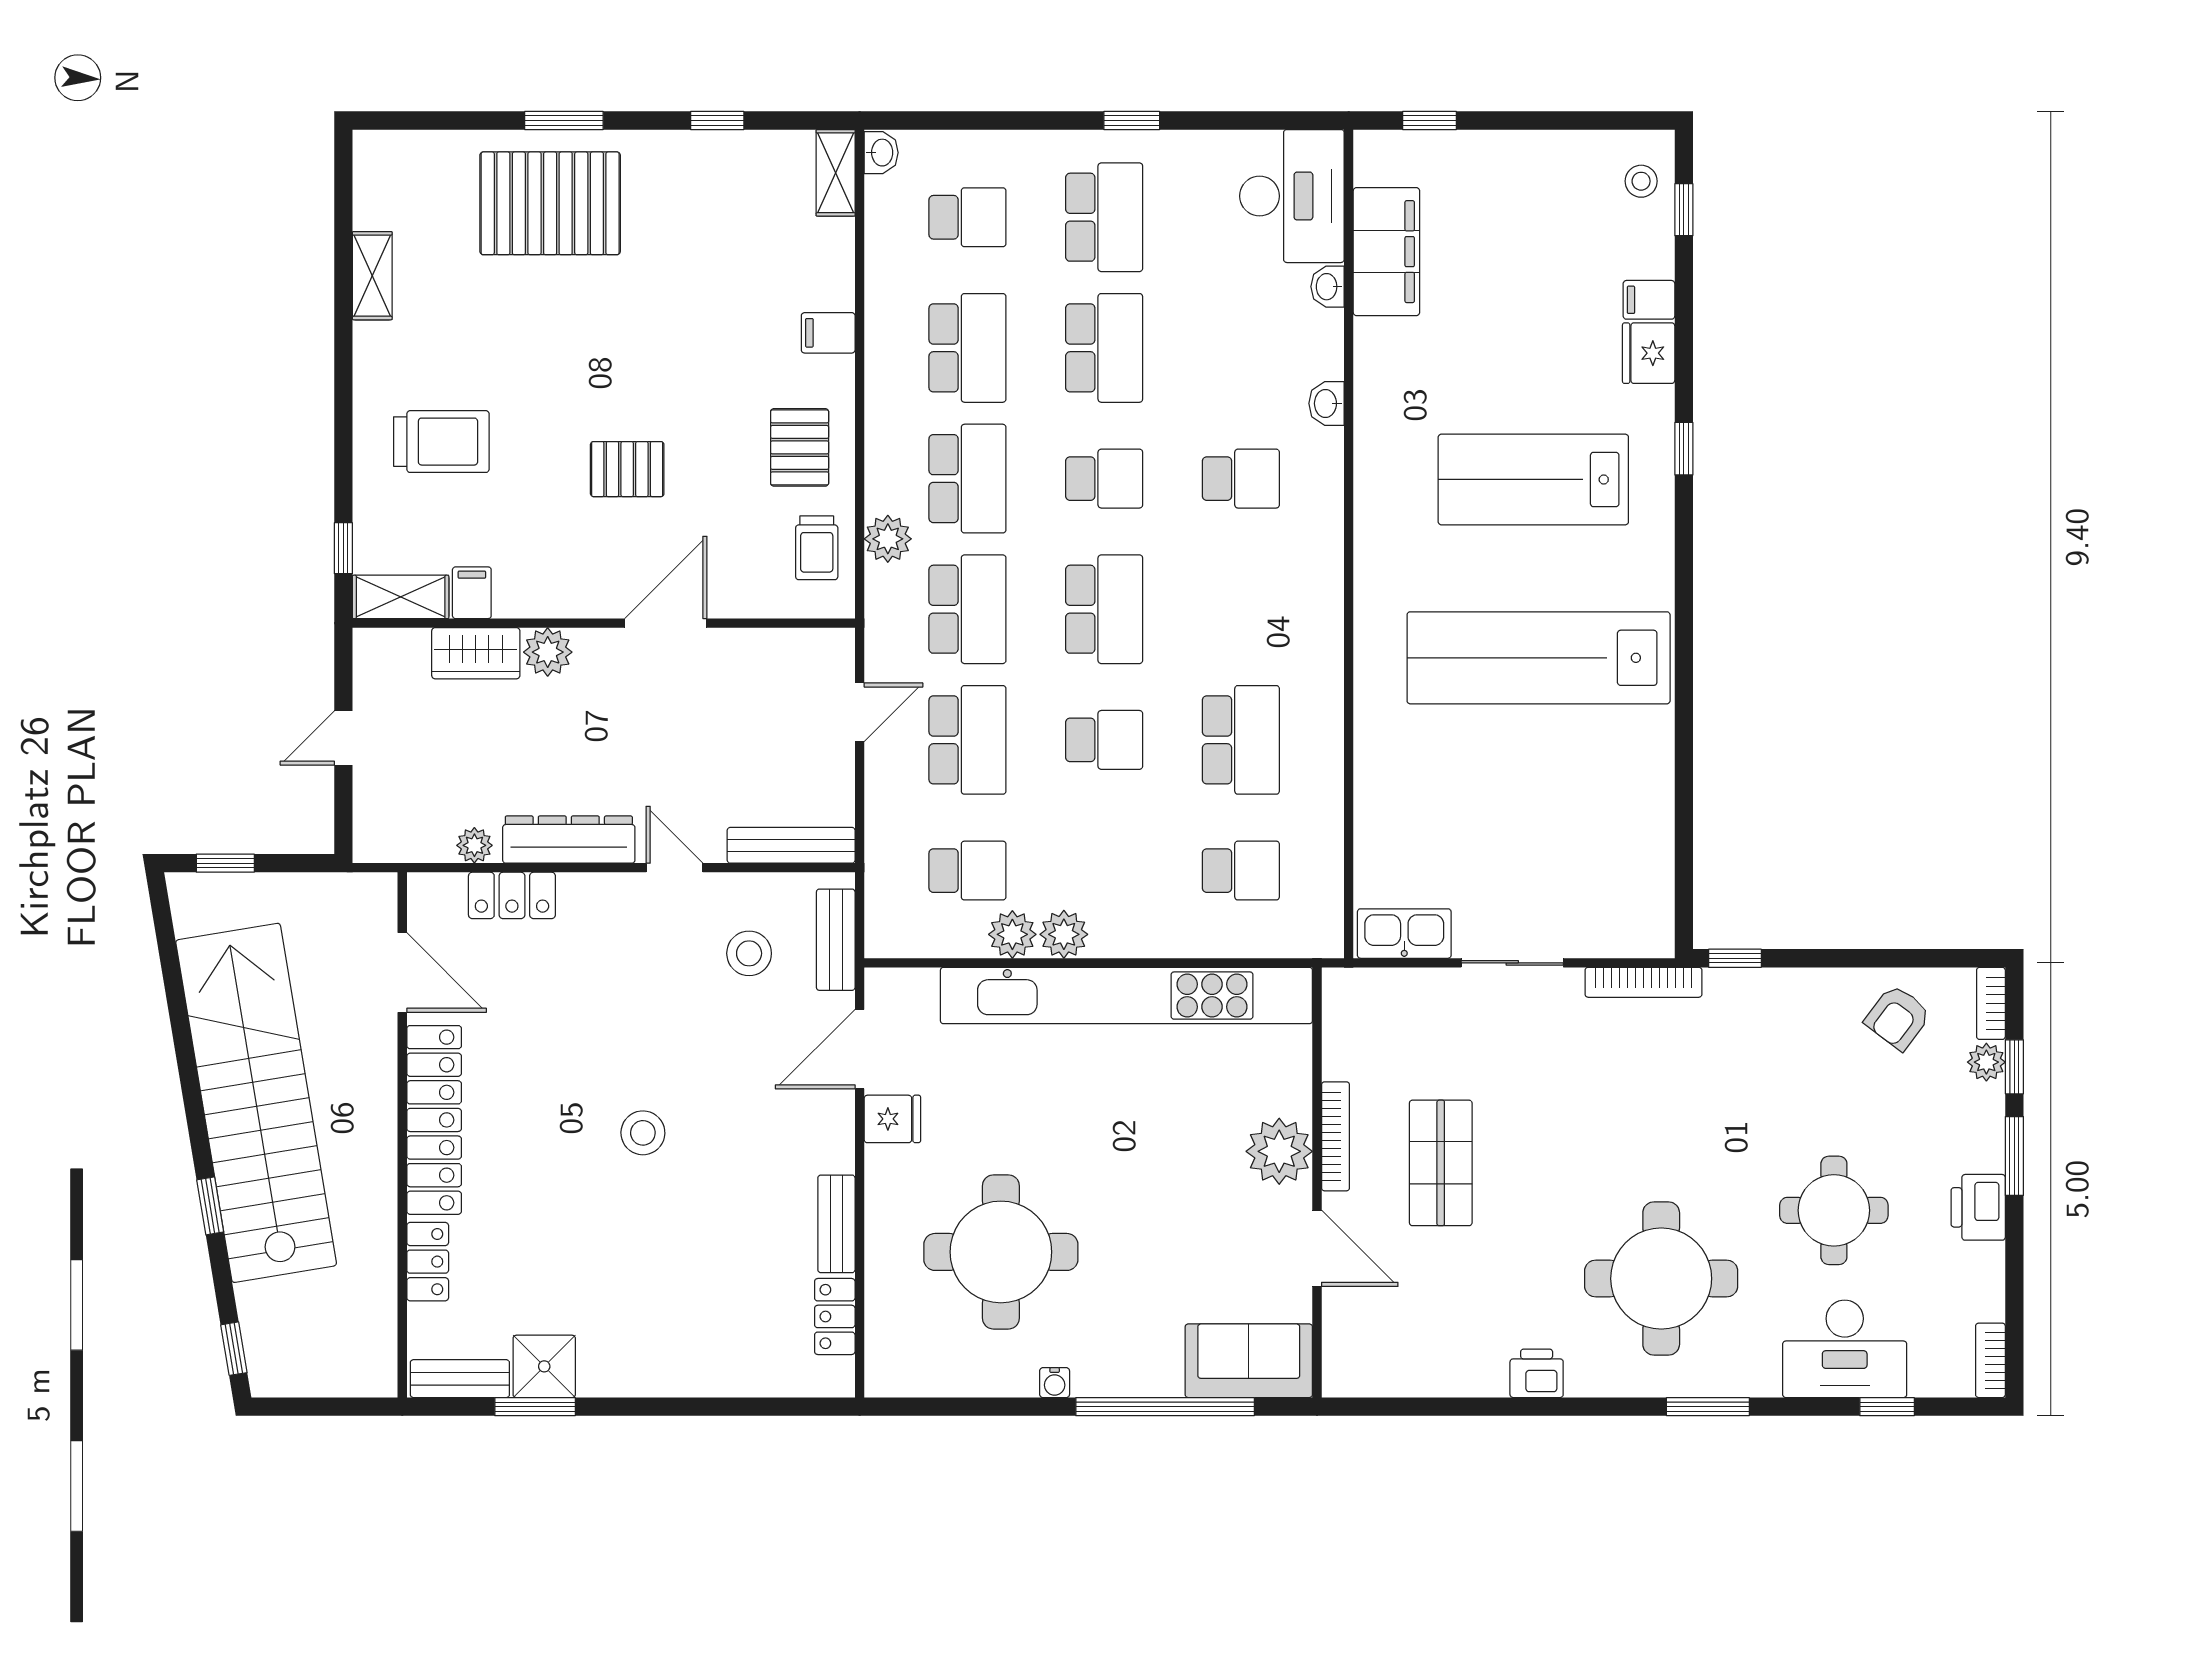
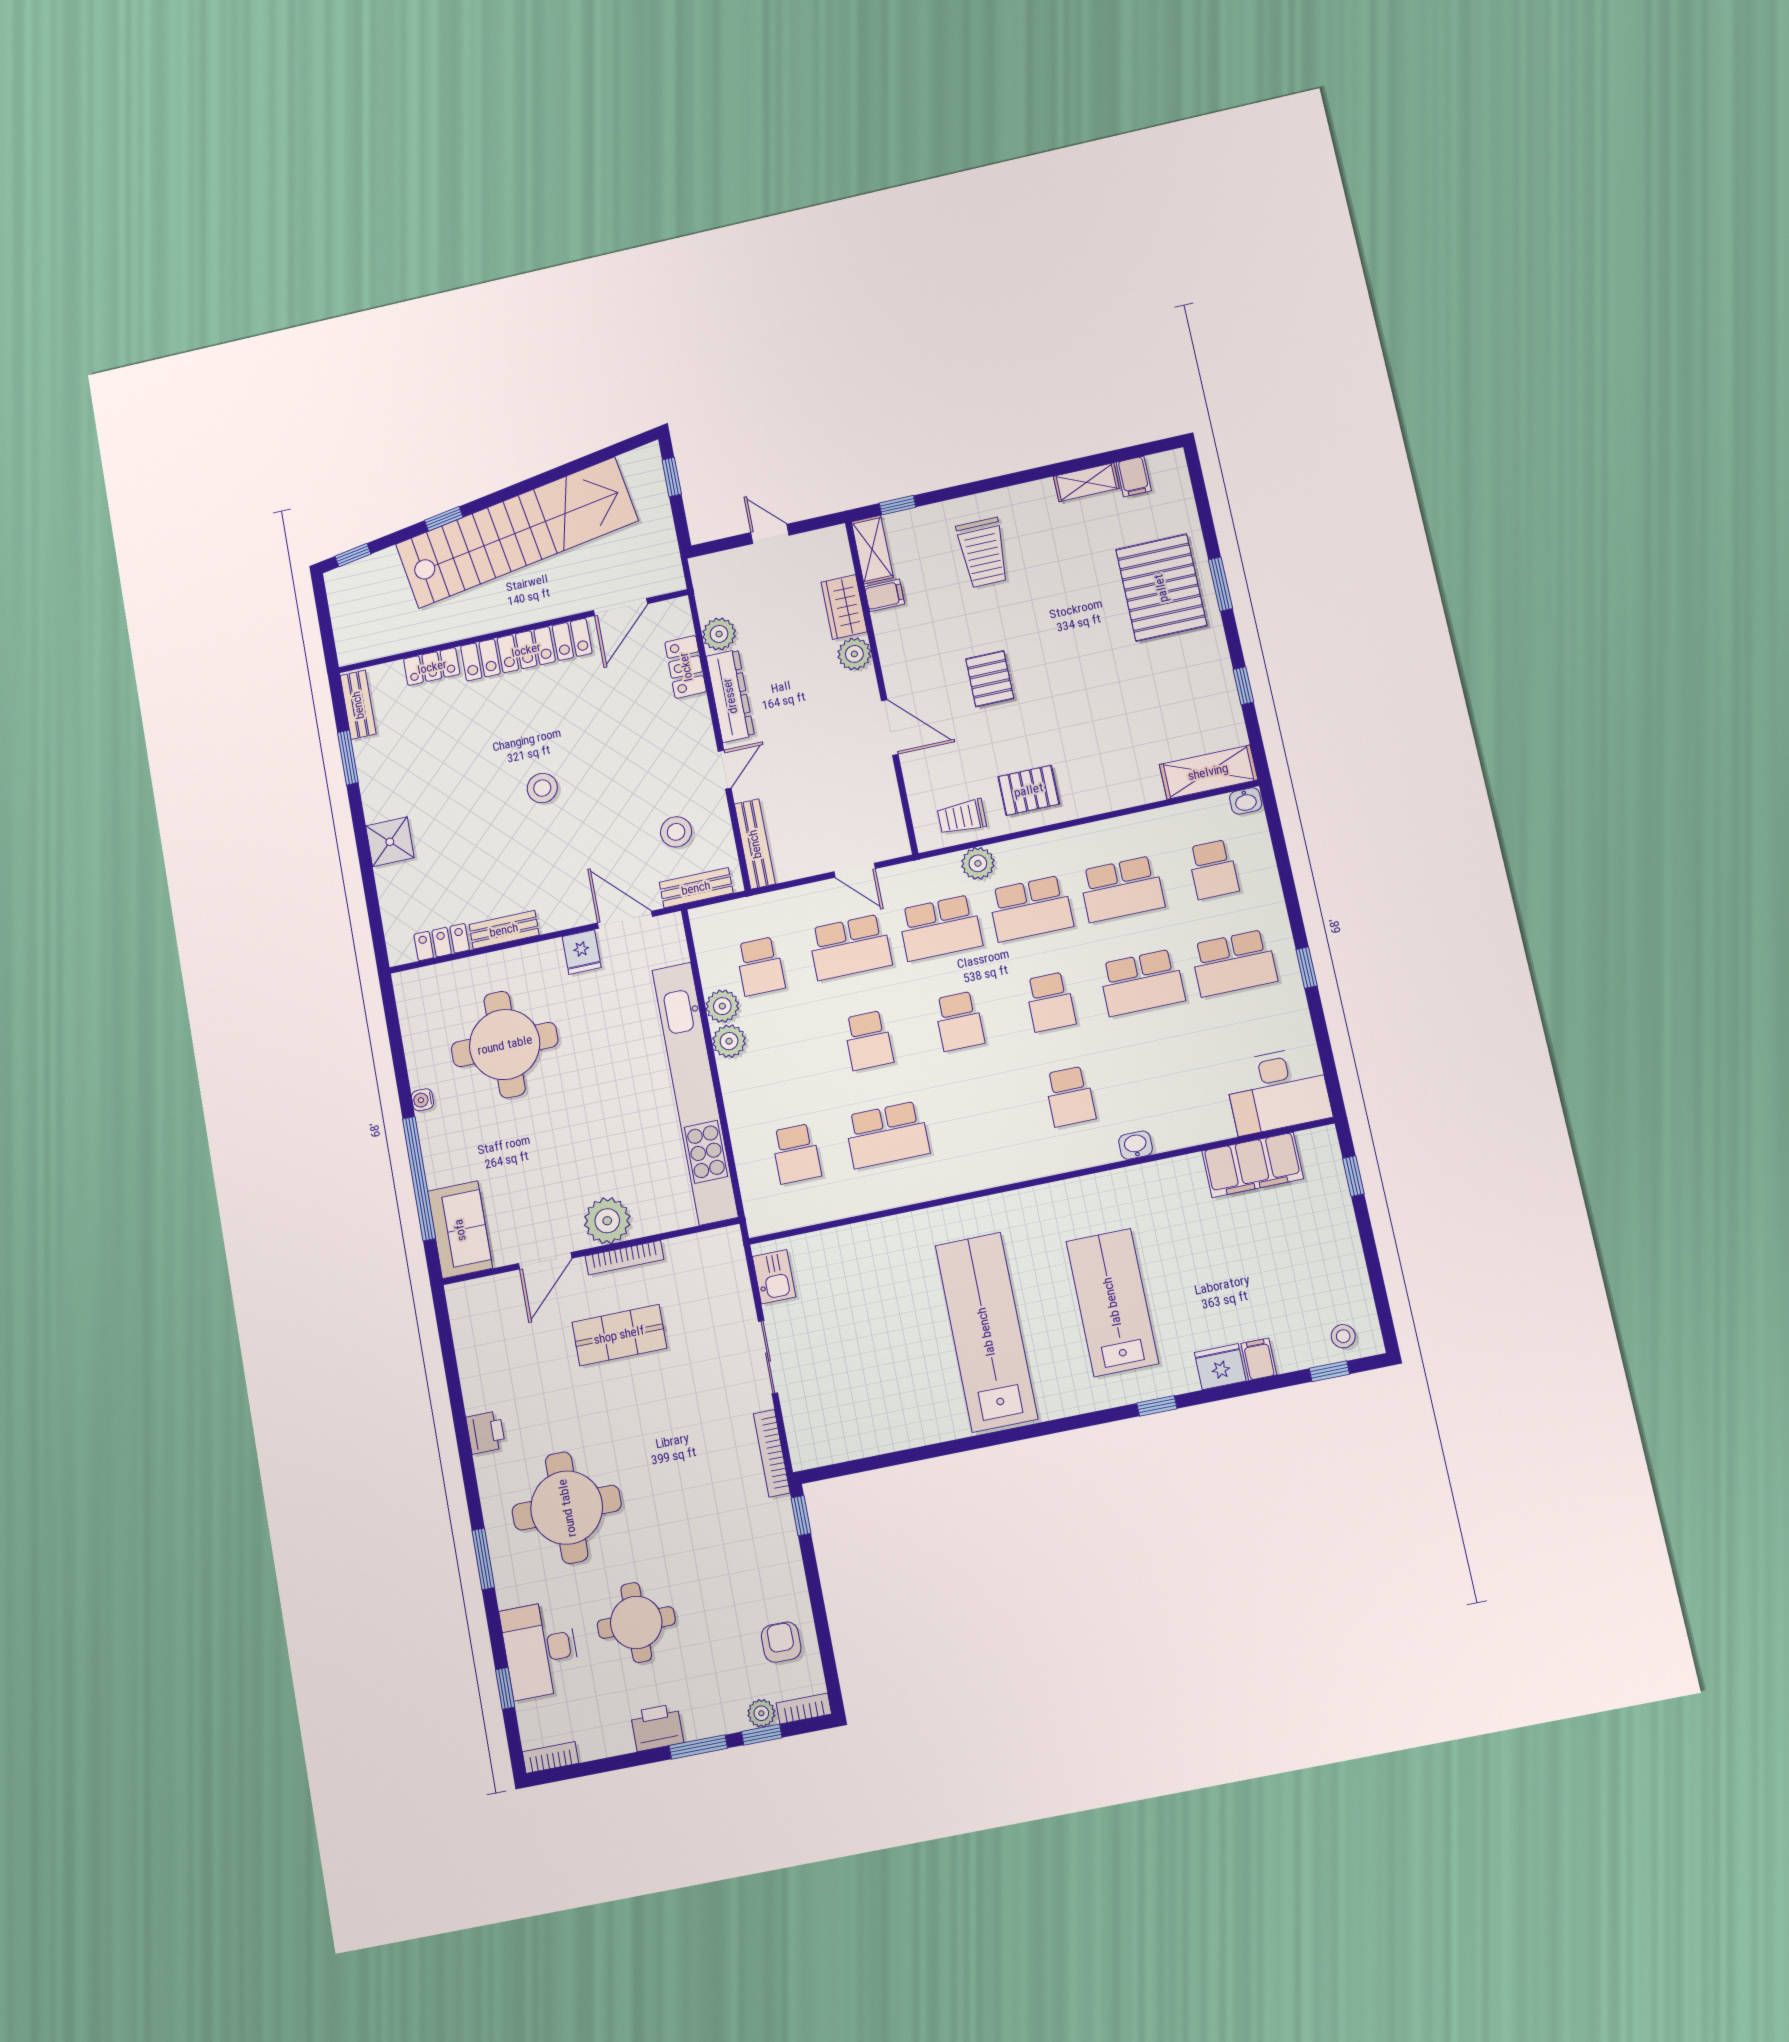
shelving: (836, 173) -> (1208, 772), width x1.50, depth x1.33
washbasin: (1328, 287) -> (1219, 1129), removed
filing cabinet: (828, 333) -> (1134, 477), moved, turned 180
school desk: (1104, 609) -> (959, 1021), width x0.54
plant: (474, 845) -> (719, 634), width x1.38, depth x1.38
kitchen sink: (1404, 934) -> (774, 1277), width x0.73
armchair: (1898, 1017) -> (781, 1642), turned 53
shower: (544, 1366) -> (390, 842), moved

